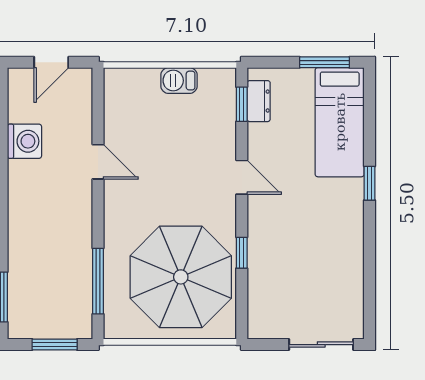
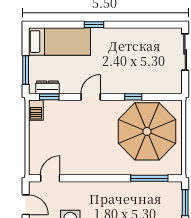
window: (325, 62) -> (26, 70), moved
barbecue: (179, 81) -> (36, 110), moved
door: (98, 162) -> (50, 178), moved

